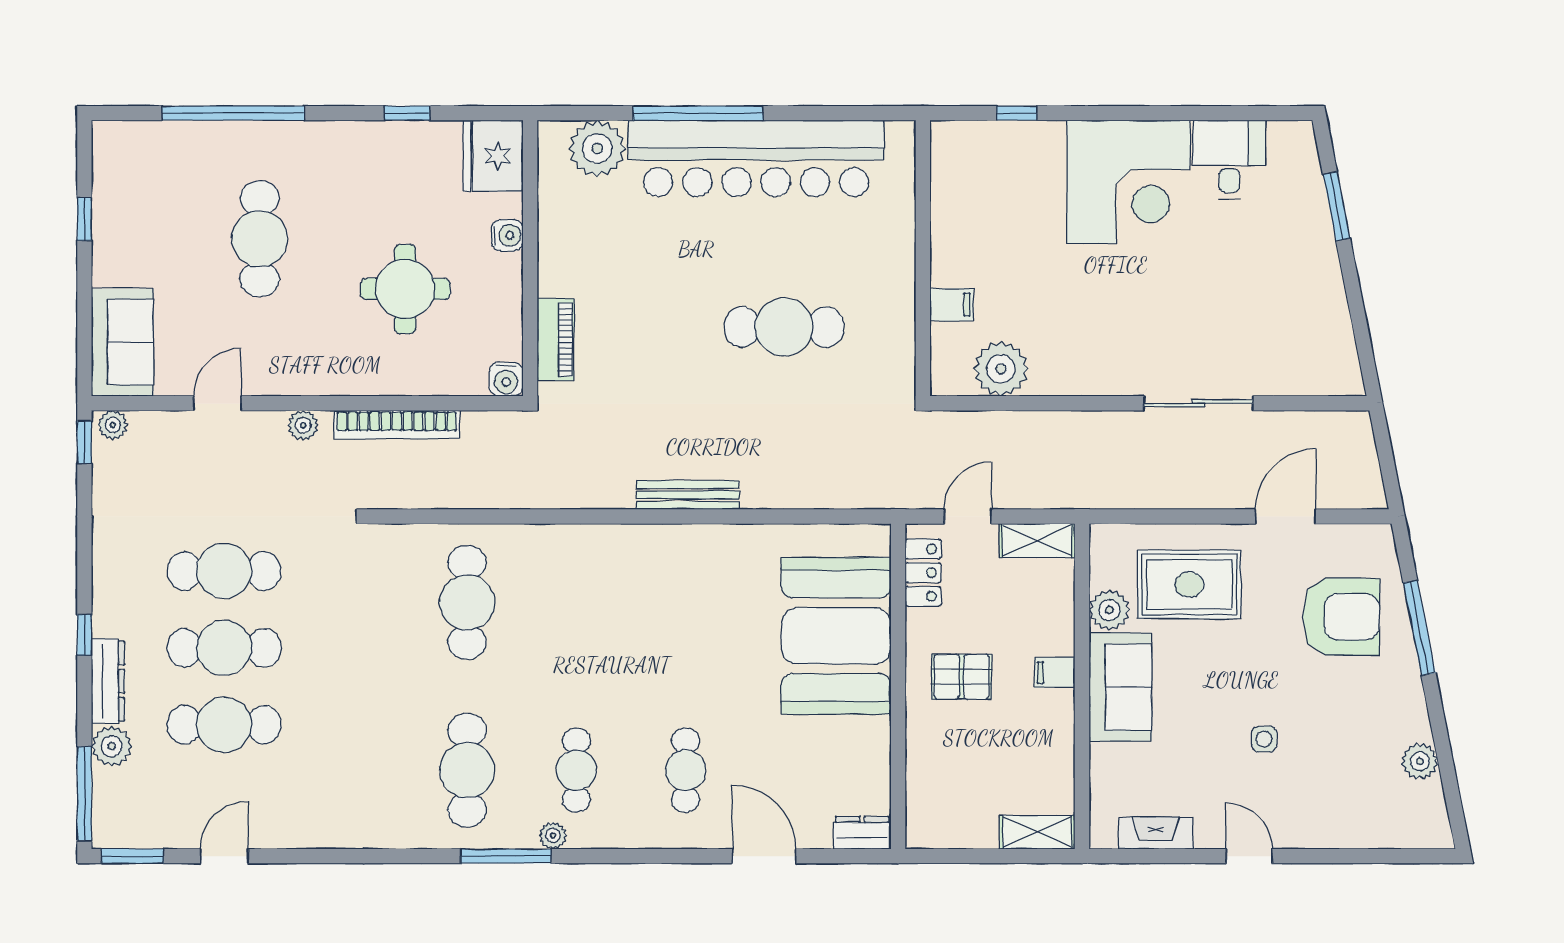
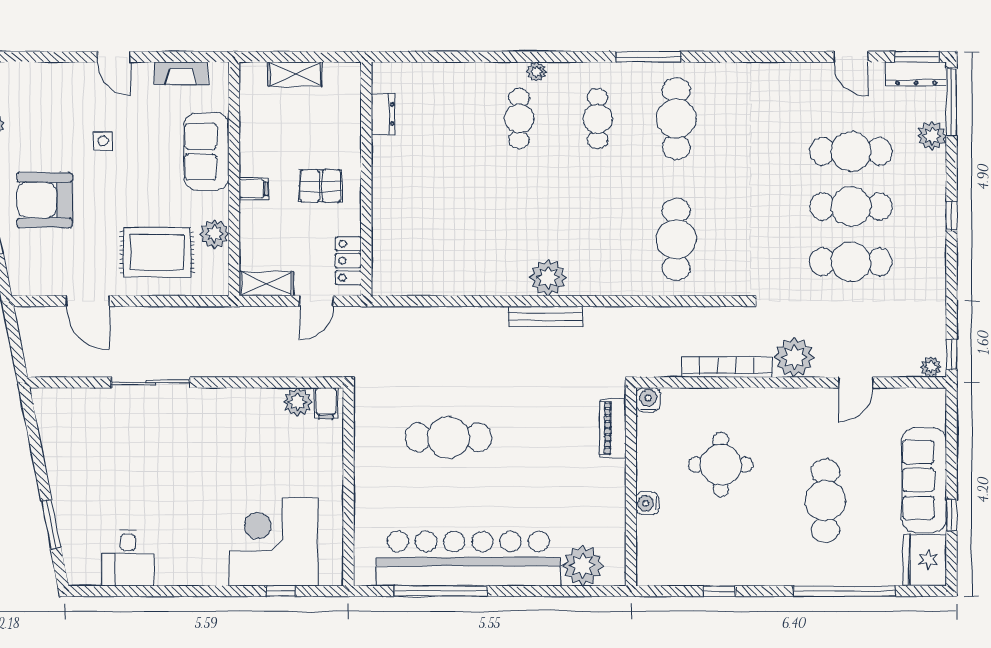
window: (698, 113) -> (441, 591), moved
fridge: (493, 156) -> (925, 560), moved, turned 180
corner desk: (1129, 182) -> (274, 542), moved
filing cabinet: (952, 305) -> (326, 403), moved, turned -90
sofa: (122, 342) -> (924, 480), moved, width x1.36
plant: (1001, 369) -> (298, 402), width x0.73, depth x0.73
plant: (303, 425) -> (794, 357), width x1.87, depth x1.87
bench: (688, 495) -> (546, 316), moved
door: (1285, 516) -> (88, 301), hinge flipped
plant: (645, 549) -> (548, 278), added
armchair: (1341, 617) -> (45, 200), moved
booth: (836, 636) -> (411, 215), removed
dresser: (108, 681) -> (916, 74), moved, turned -90
sofa: (1120, 687) -> (206, 152), moved
shelving: (1037, 832) -> (295, 74), moved
dresser: (862, 833) -> (383, 114), moved, turned -90
plant: (553, 836) -> (536, 72), moved
door: (224, 856) -> (851, 57), hinge flipped
door: (764, 856) -> (463, 57), removed

